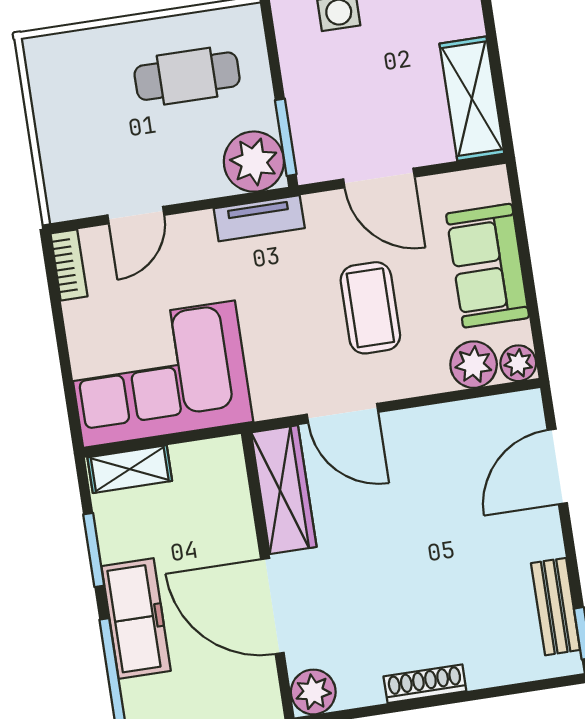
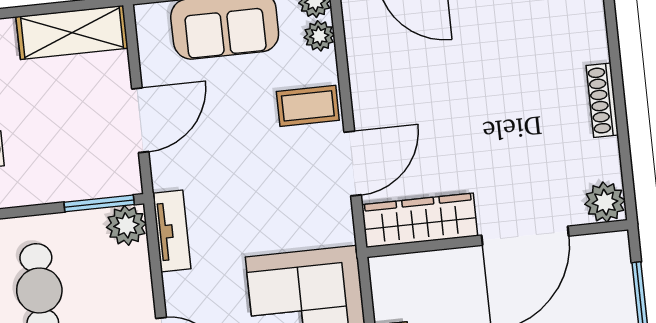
plant: (254, 162) -> (126, 225), width x0.73, depth x0.73
coffee table: (370, 308) -> (308, 106), moved, width x0.73, depth x0.77
plant: (474, 365) -> (319, 36), width x0.73, depth x0.73

